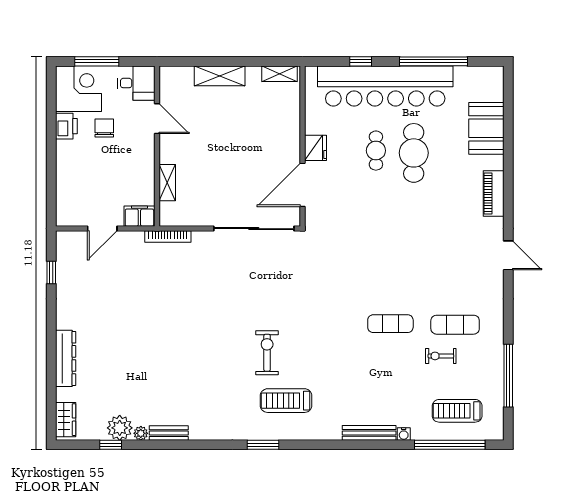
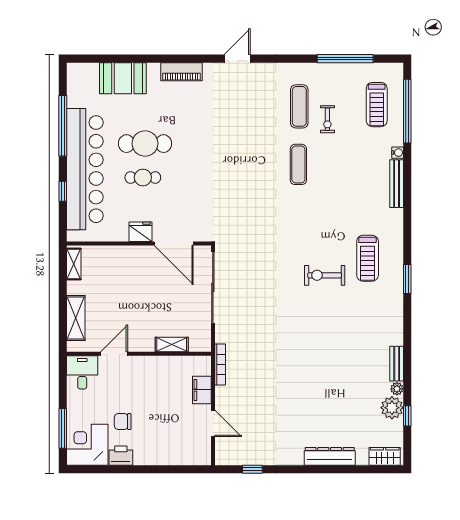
desk: (136, 83) -> (82, 372), moved
door: (157, 119) -> (114, 354), moved
wall: (157, 146) -> (139, 354), moved
shelving: (167, 183) -> (172, 345), moved

